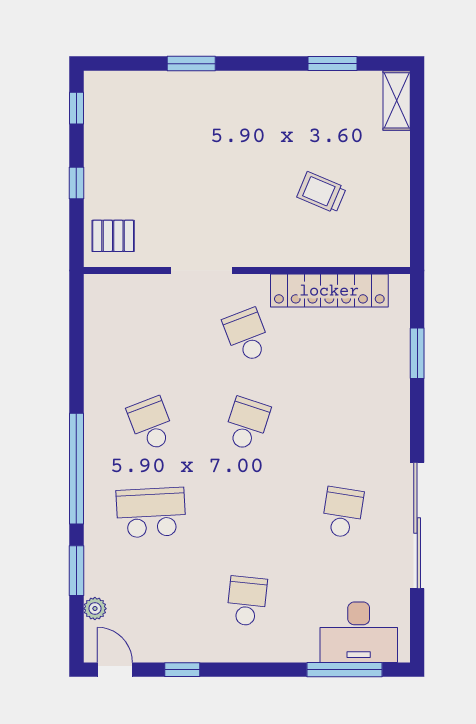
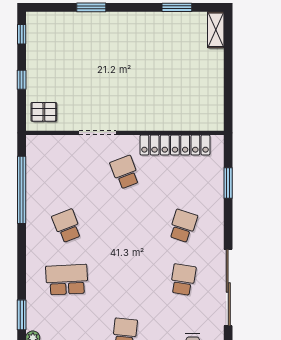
trolley: (322, 192) -> (170, 85), removed
school desk: (247, 424) -> (183, 226), moved
window: (76, 469) -> (22, 190), moved

